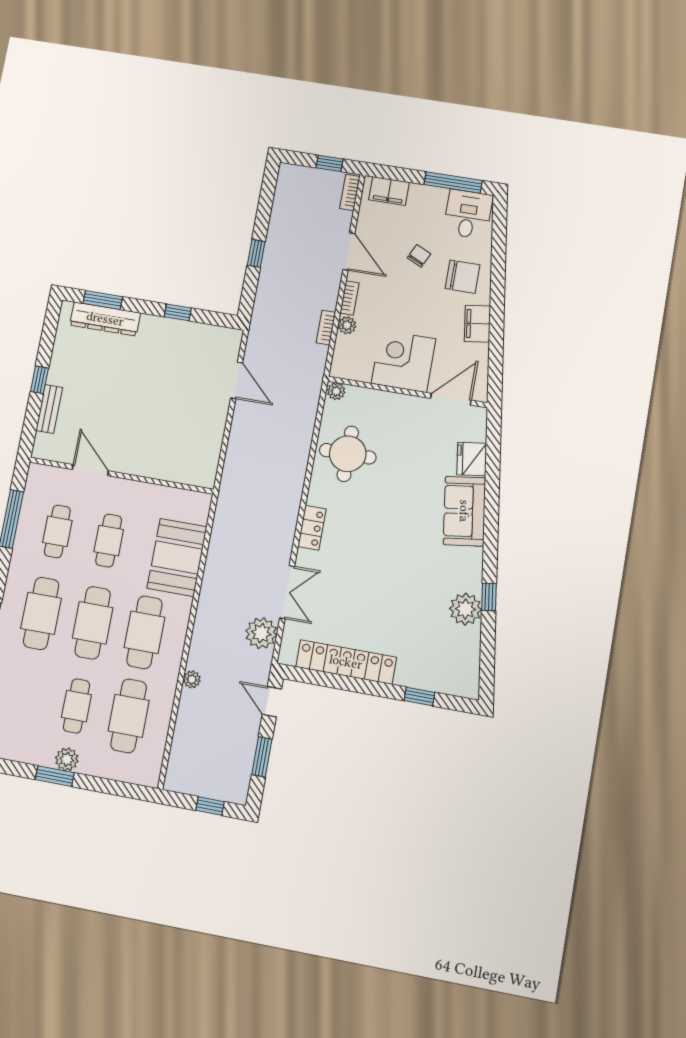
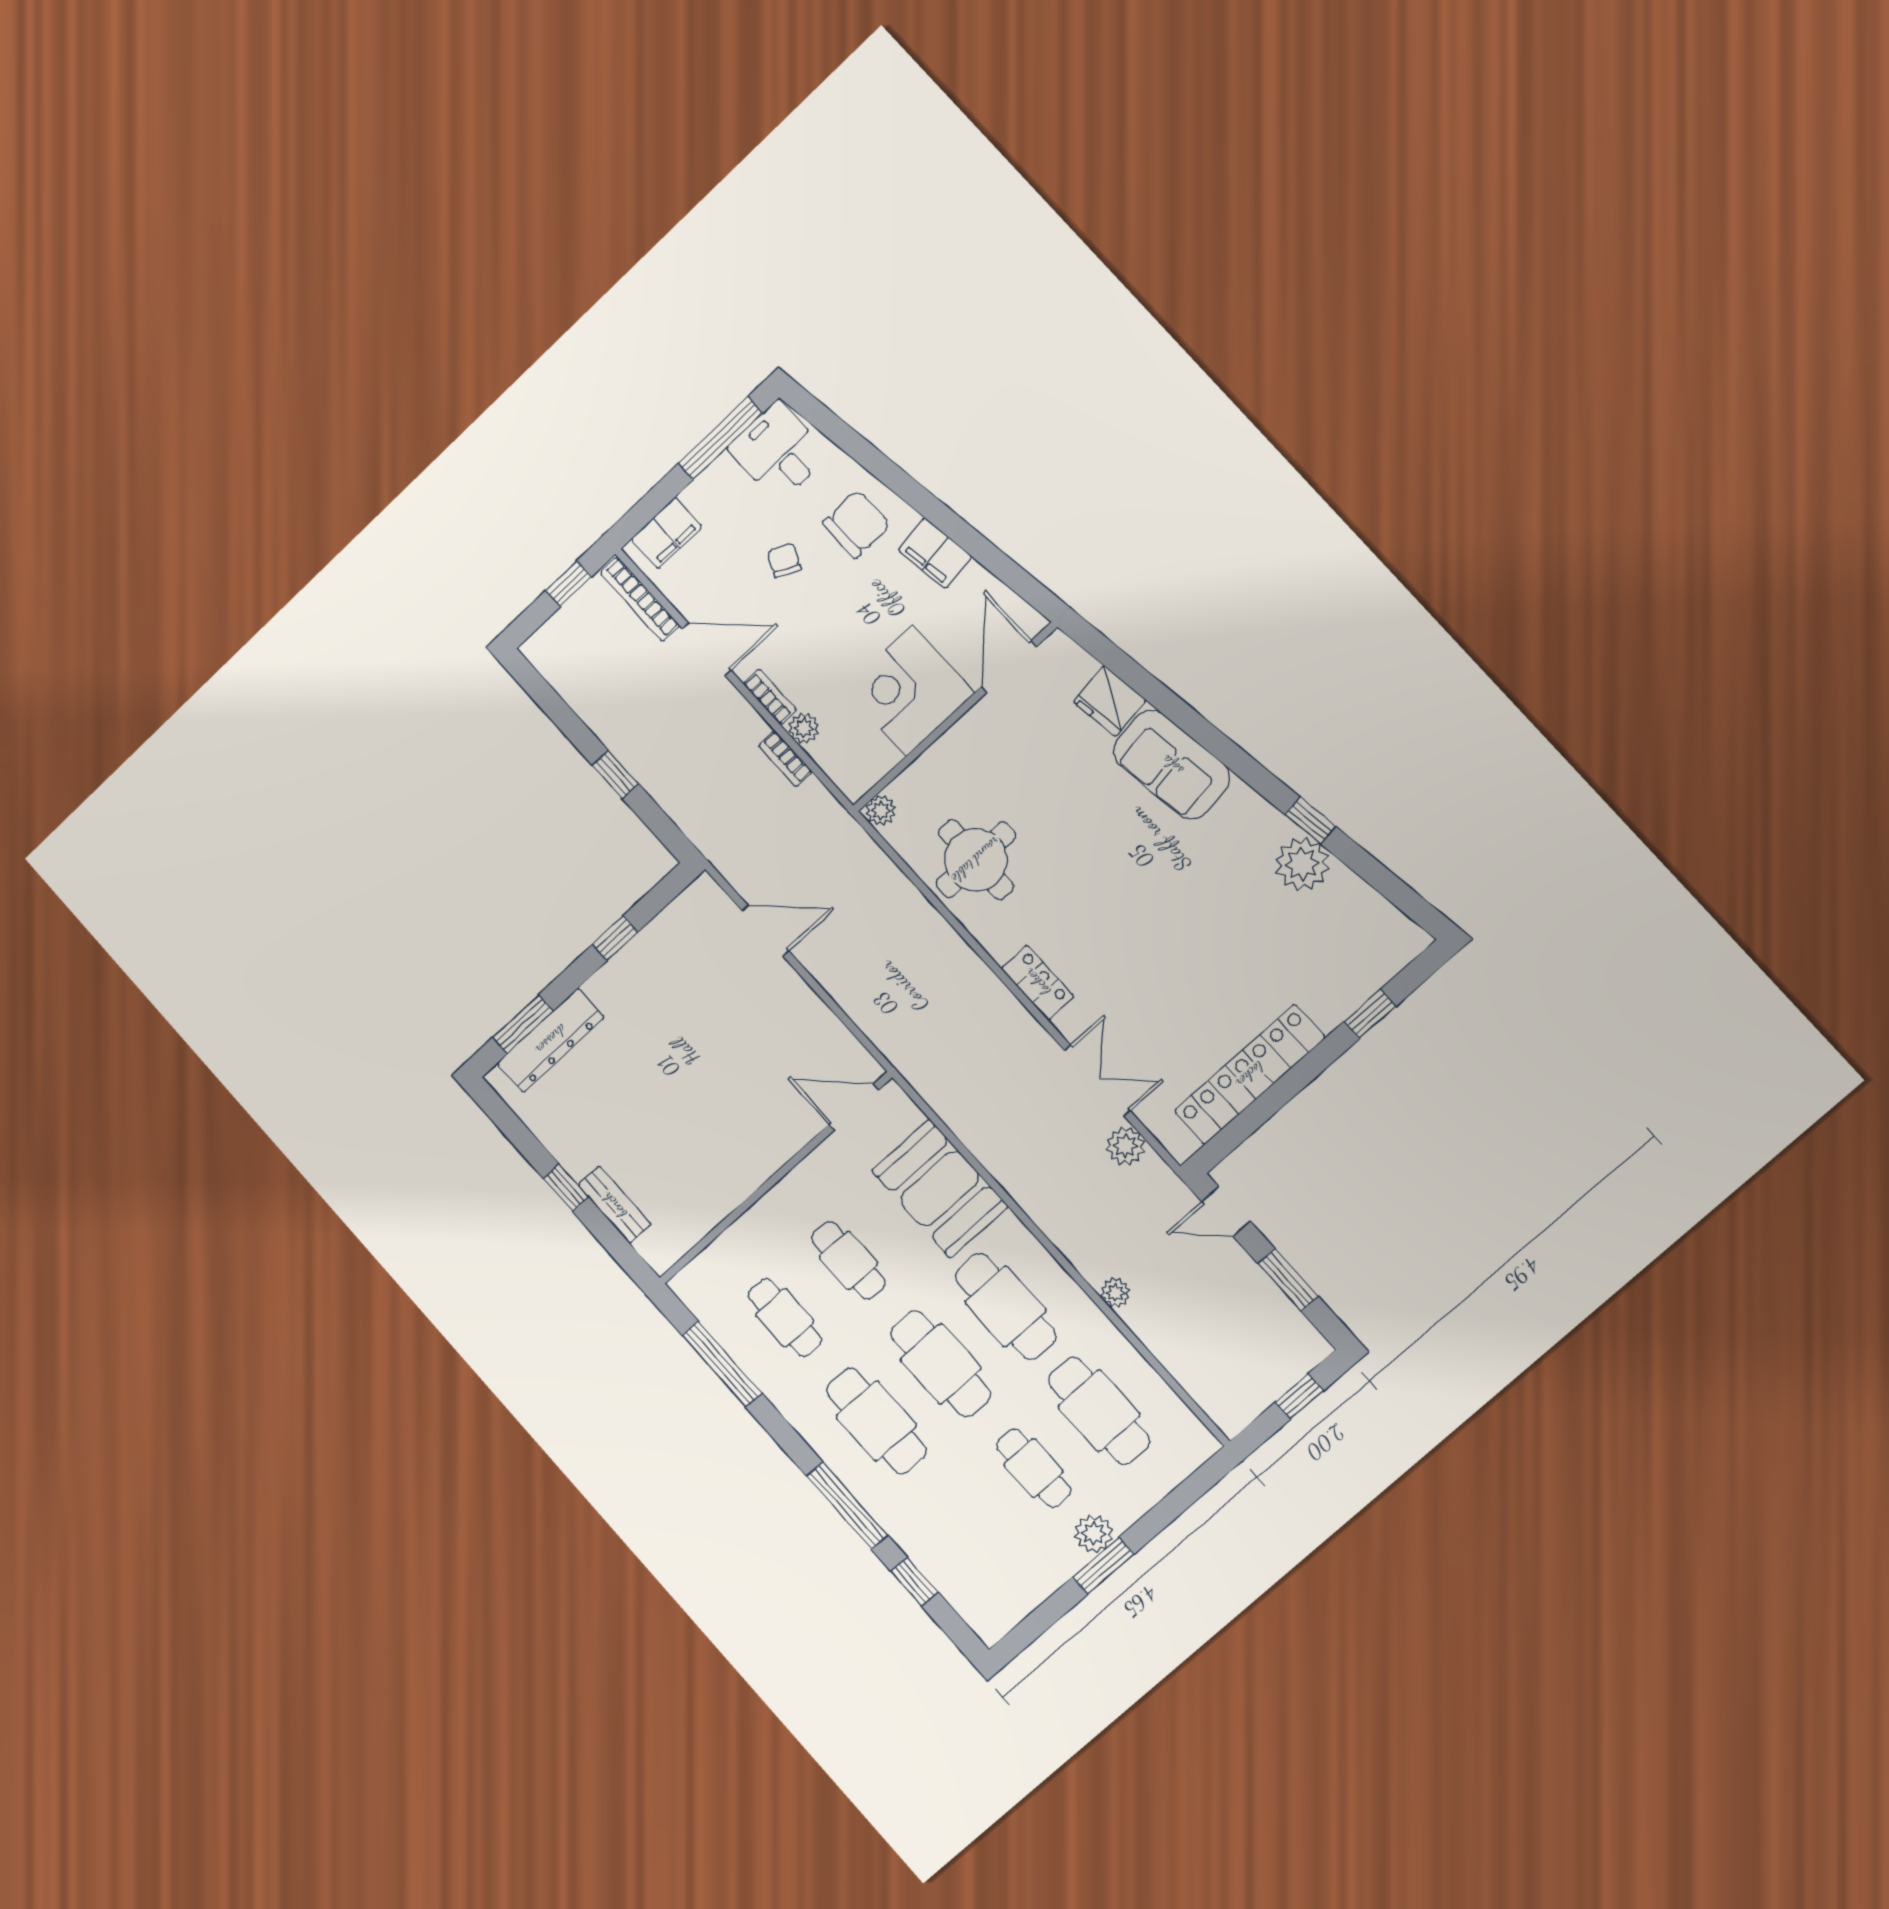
bookcase: (350, 192) -> (640, 599), width x1.56
door: (90, 470) -> (854, 1107), moved
plant: (261, 633) -> (1125, 1146), width x0.73, depth x0.73

